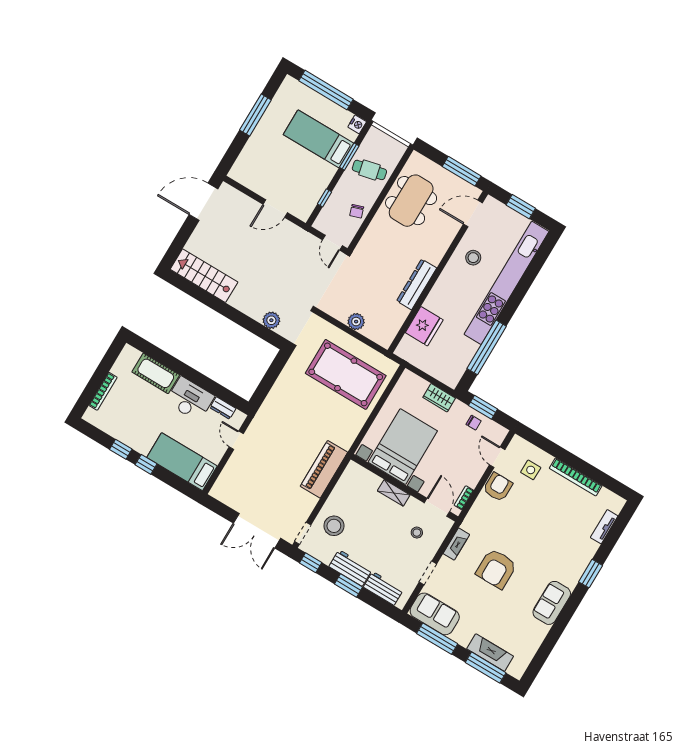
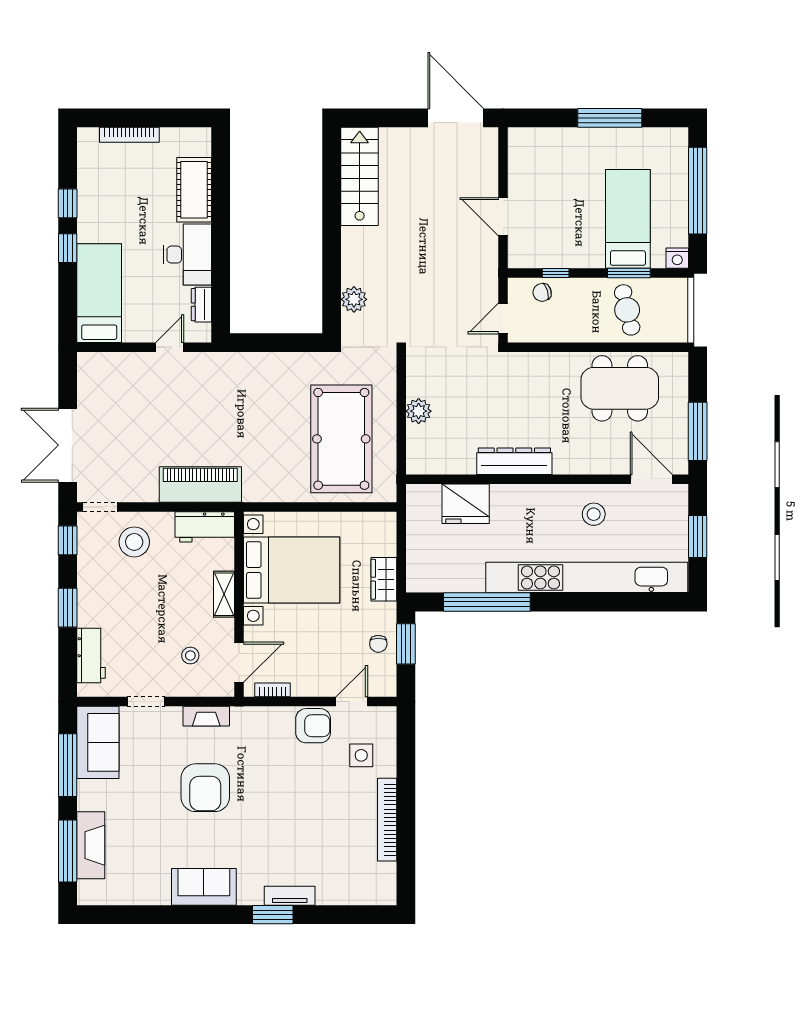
chair: (357, 211) -> (542, 292), moved
tv unit: (604, 527) -> (290, 896), moved
workbench: (351, 568) -> (205, 527), moved, turned 90
armchair: (496, 569) -> (205, 788), turned -90

